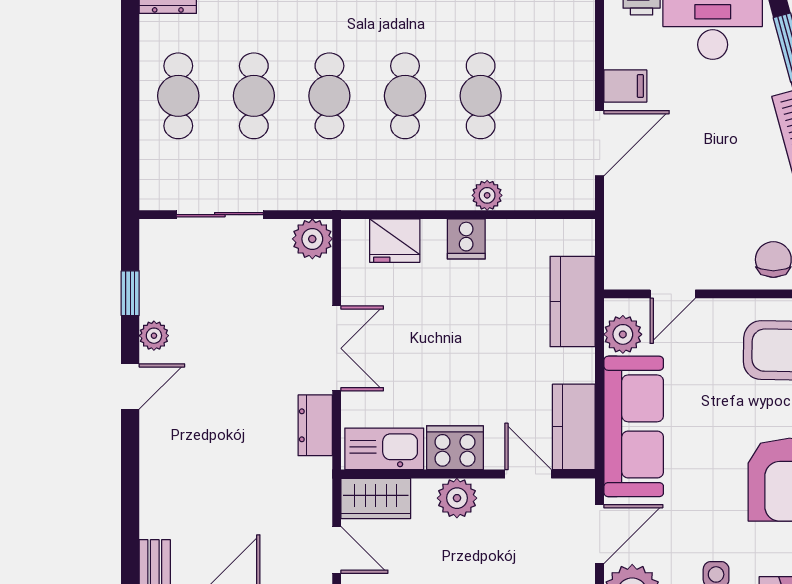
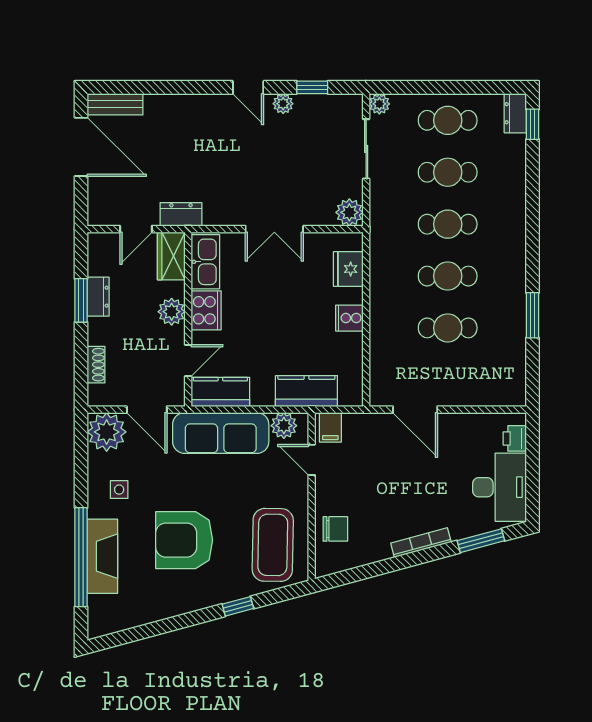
filing cabinet: (625, 86) -> (330, 427), moved
plant: (487, 195) -> (379, 104), moved
dresser: (315, 425) -> (181, 214), moved

